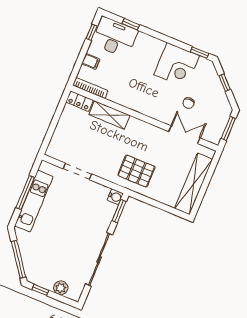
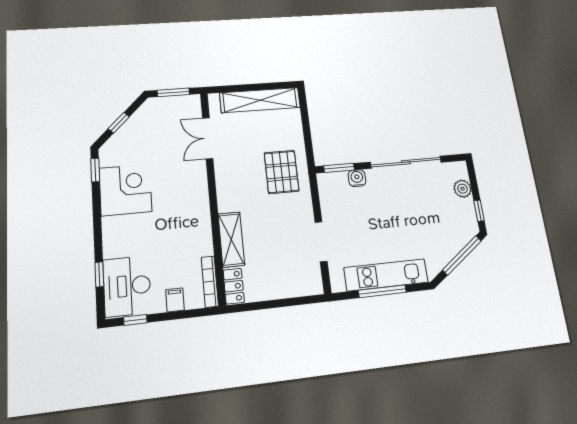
chair: (188, 103) -> (166, 152), removed
water cooler: (115, 197) -> (357, 178), moved

